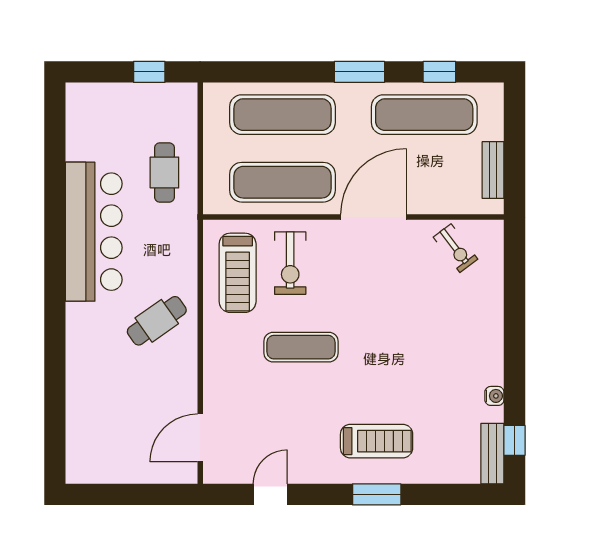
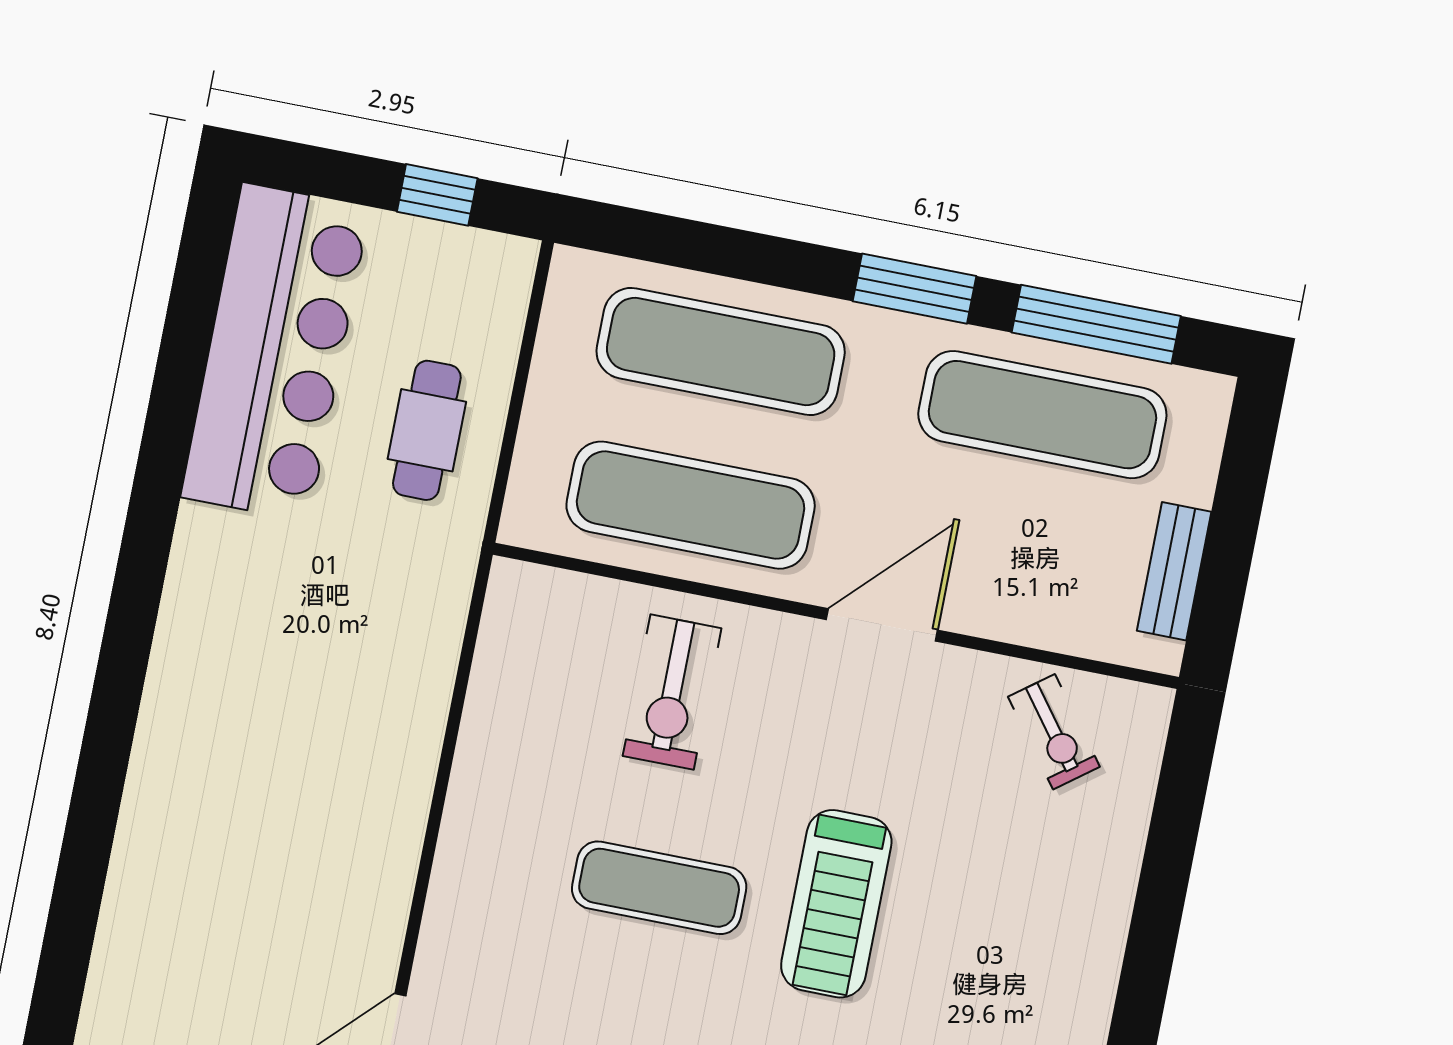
window: (439, 72) -> (1096, 324), width x2.17
door: (374, 217) -> (882, 625), width x0.73
bar counter: (94, 232) -> (276, 352), moved
treadmill: (238, 273) -> (836, 904), moved
cafe table: (157, 321) -> (343, 764), removed

